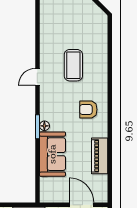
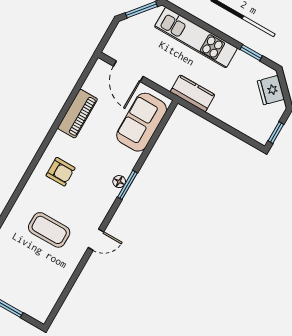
coffee table: (73, 65) -> (49, 230), turned 90
sofa: (52, 154) -> (142, 122), moved

